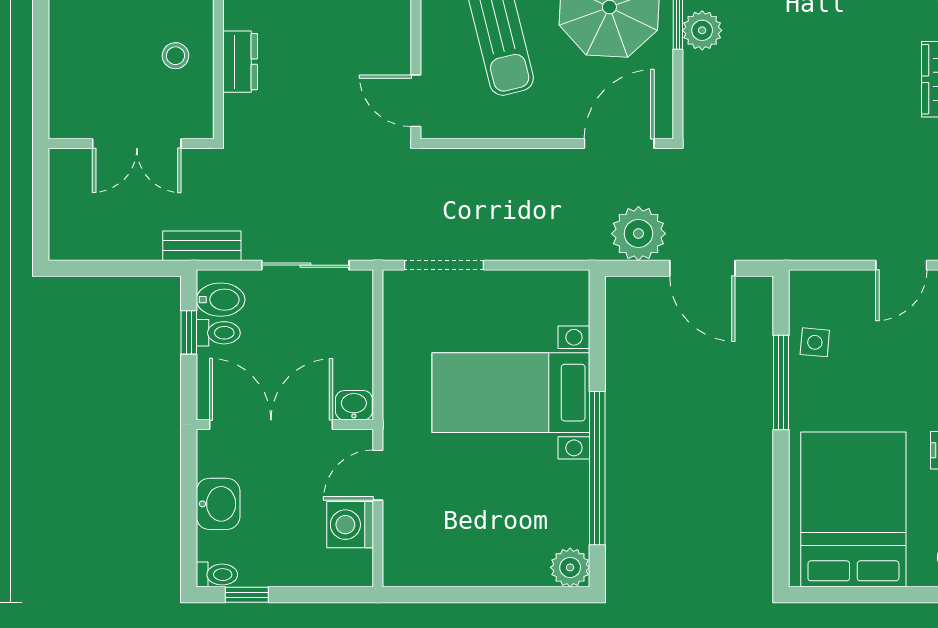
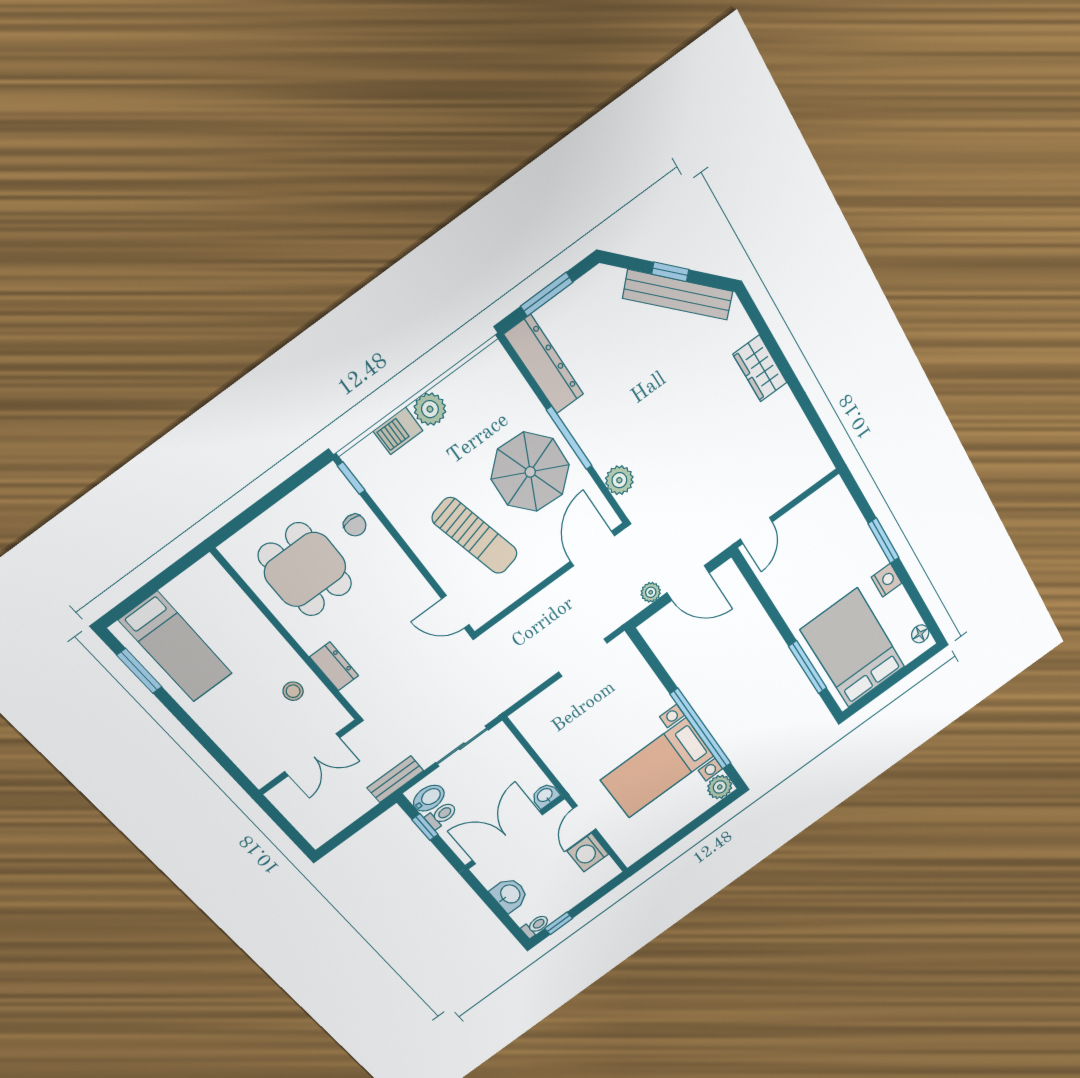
plant: (702, 30) -> (619, 480), moved
plant: (638, 234) -> (651, 592), width x0.53, depth x0.53
doorway: (444, 265) -> (583, 658), moved
door: (901, 265) -> (756, 530), moved
side table: (815, 342) -> (778, 577), removed
window: (781, 383) -> (808, 667), moved
bed with nightstands: (511, 393) -> (657, 768), moved

